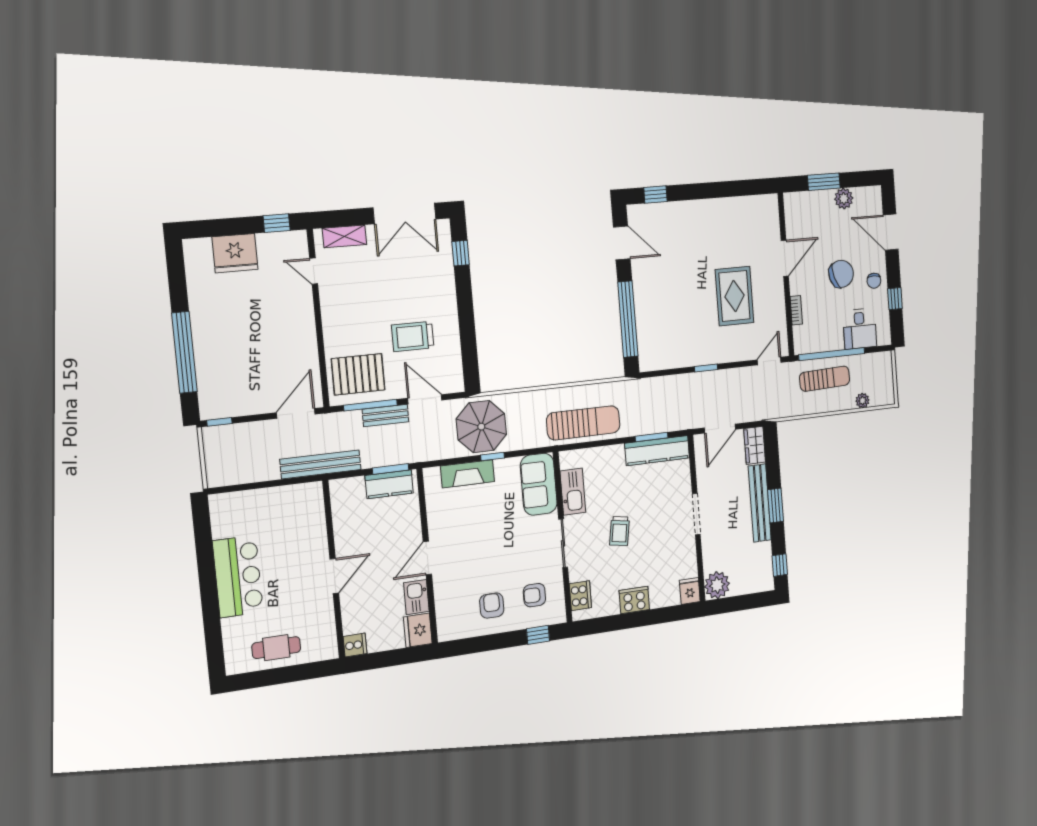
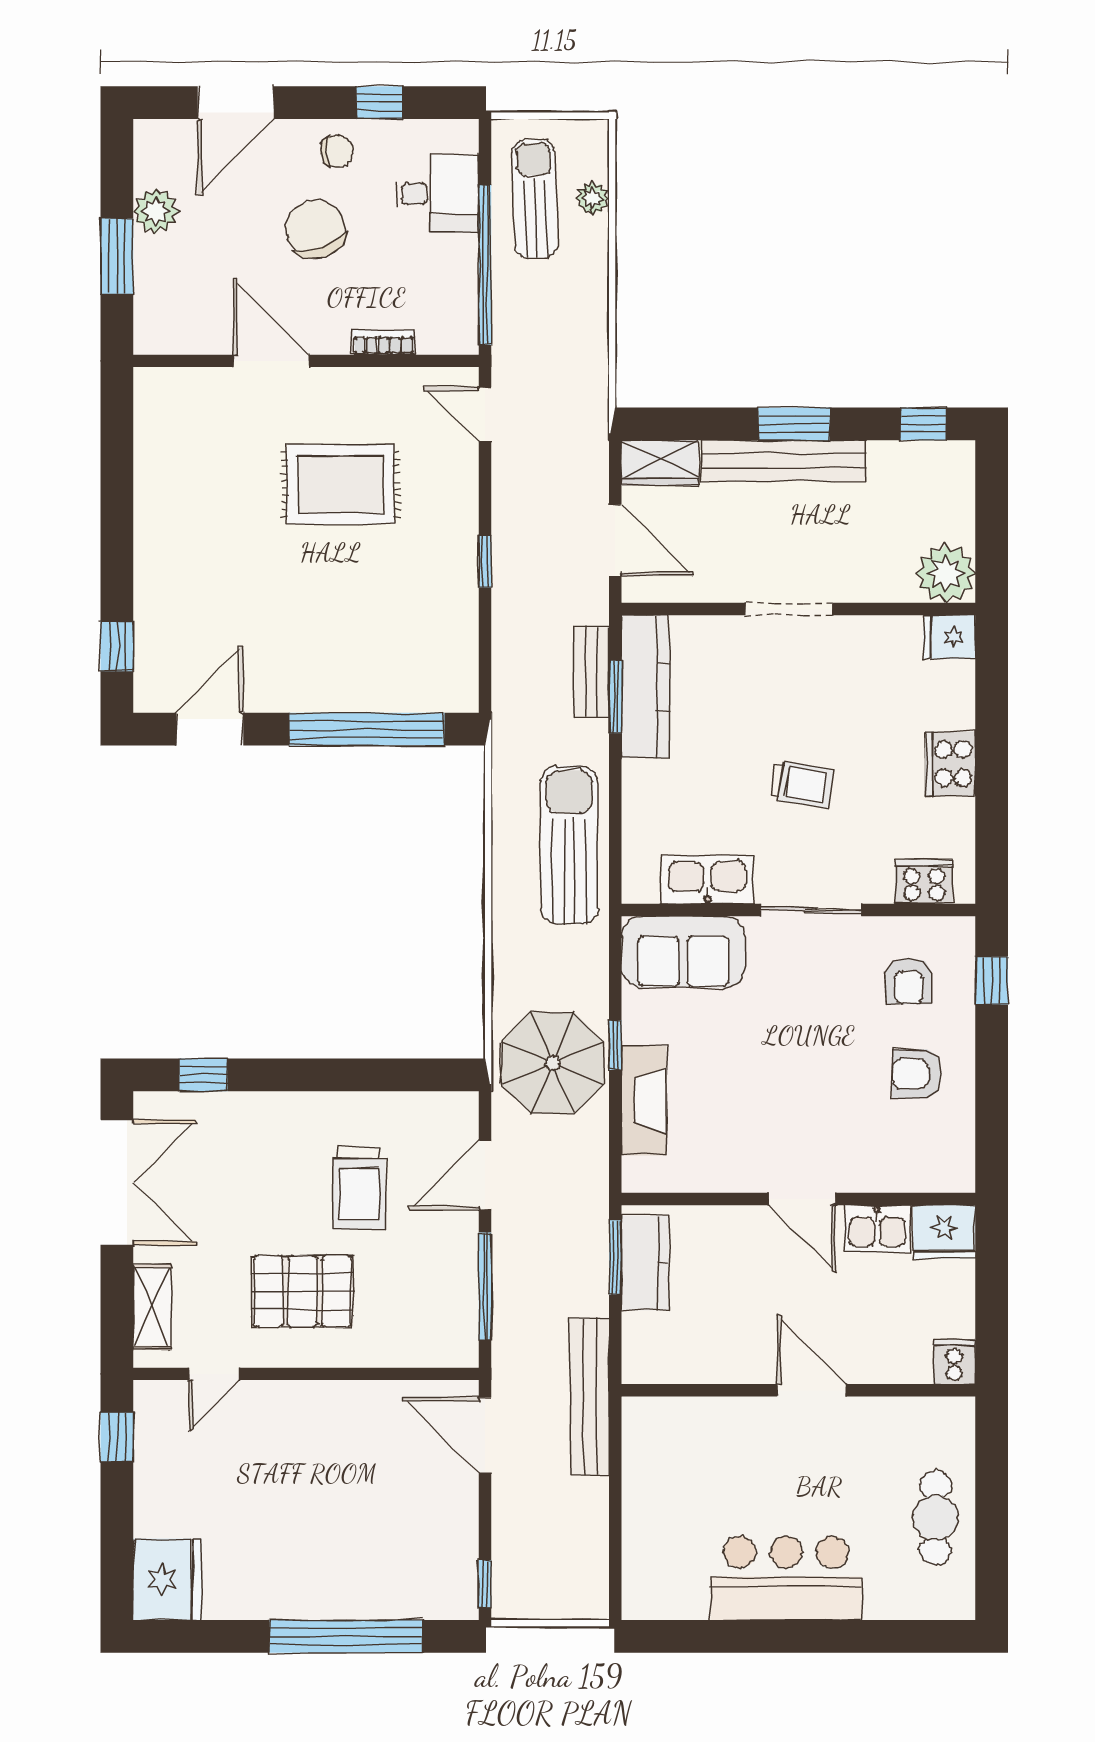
fridge: (235, 253) -> (168, 1579), moved
pallet: (358, 374) -> (302, 1291), moved, turned 90
sun lounger: (825, 379) -> (535, 199), moved
bench: (385, 416) -> (592, 672), moved

